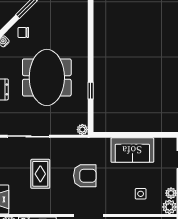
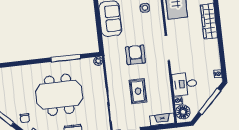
window: (91, 91) -> (66, 58), width x2.17
rug: (40, 174) -> (138, 91), turned 90

